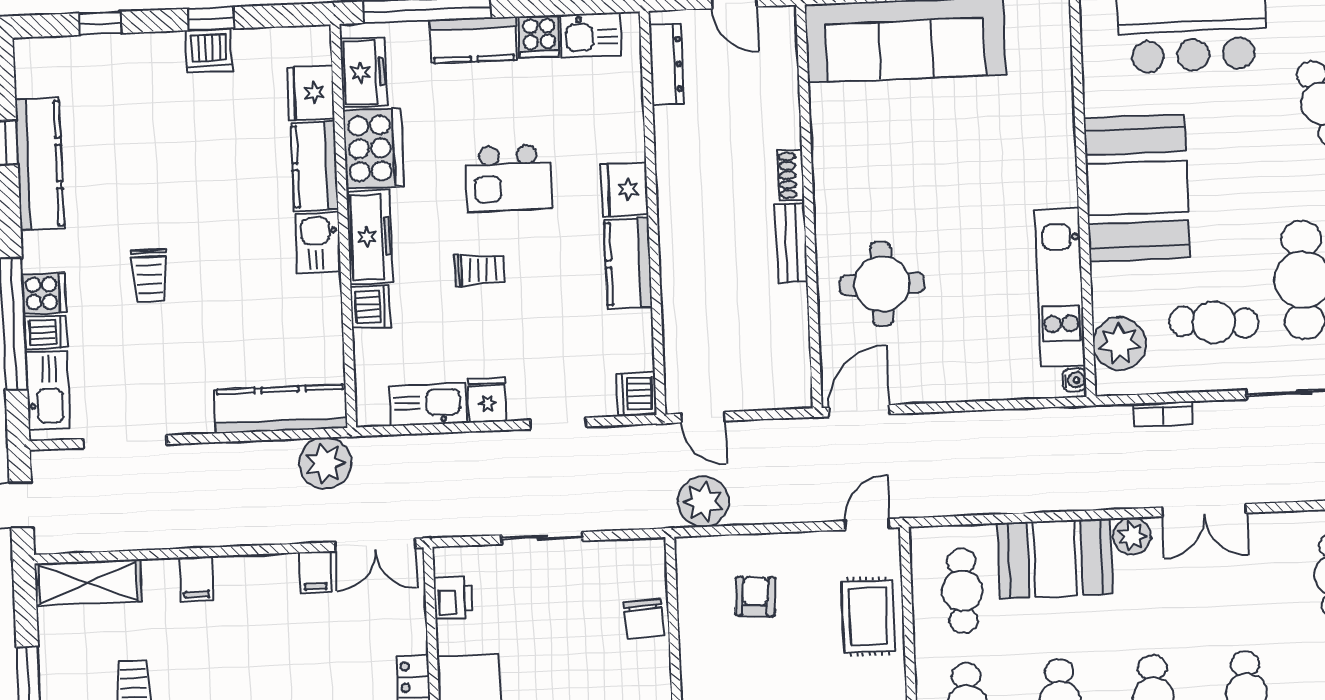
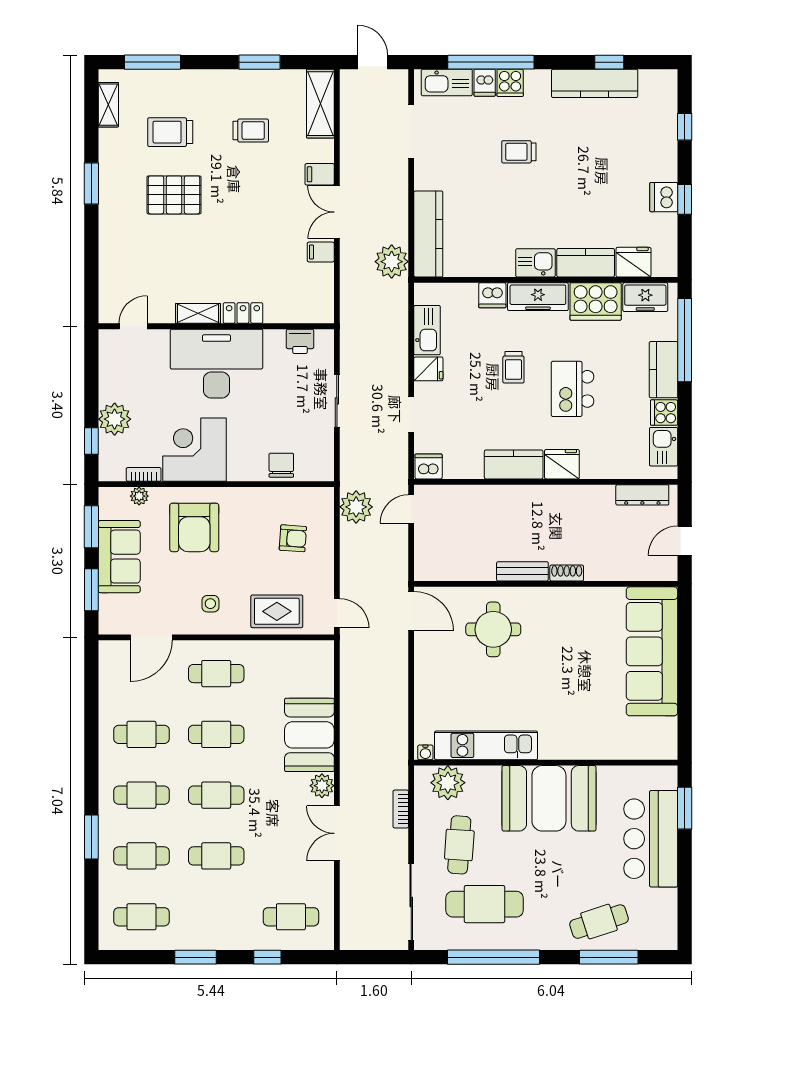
double door: (375, 545) -> (337, 212), moved
cafe table: (962, 591) -> (291, 674), removed
chair: (644, 619) -> (281, 465), turned 94

